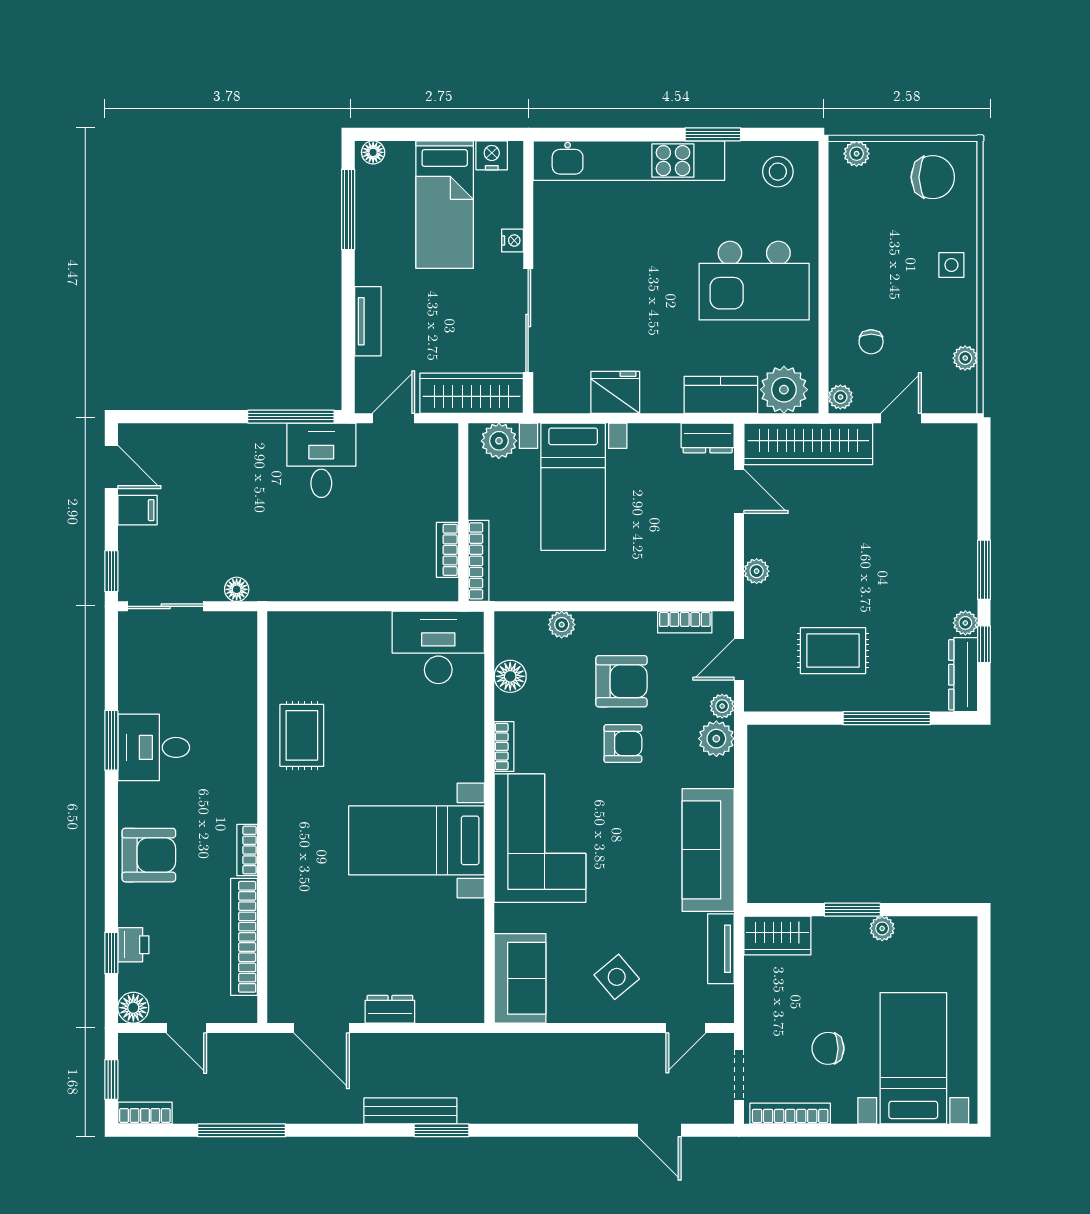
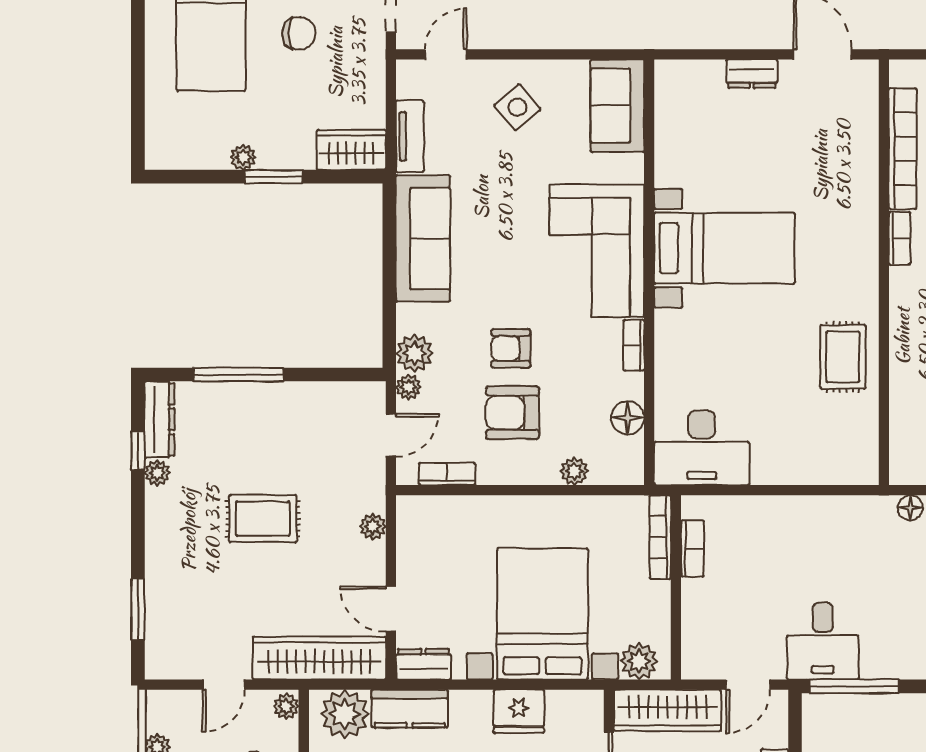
bed with nightstands: (573, 487) -> (542, 614), width x1.36
window: (984, 570) -> (138, 609), moved
rug: (833, 651) -> (263, 519), moved

